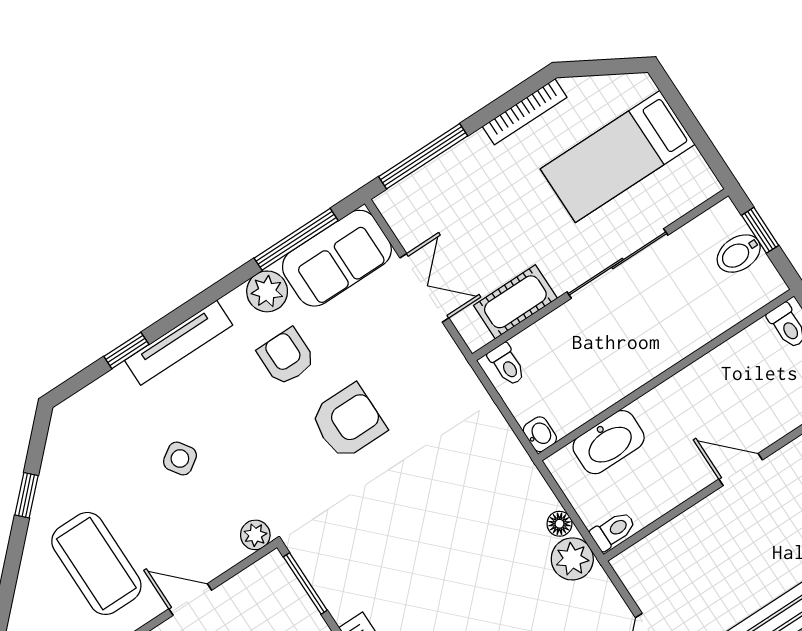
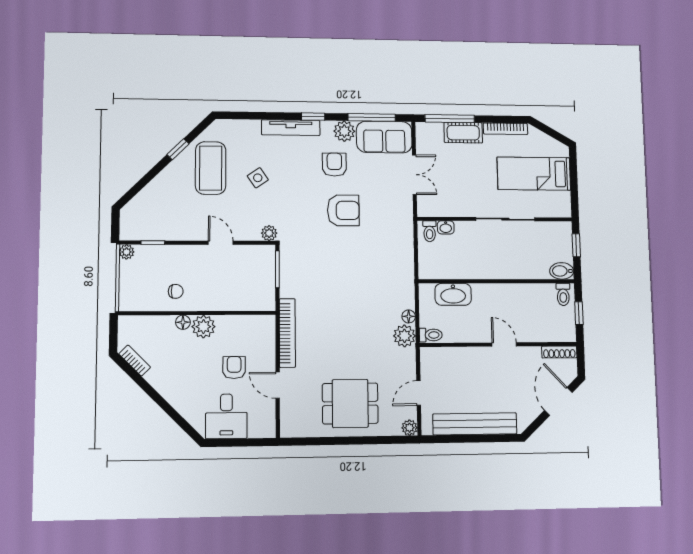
bidet: (739, 254) -> (562, 271), moved
cot: (515, 302) -> (463, 133), moved
window: (126, 350) -> (313, 117), moved
washbasin: (540, 434) -> (446, 227), moved, turned 90
coffee table: (96, 563) -> (211, 168), moved

